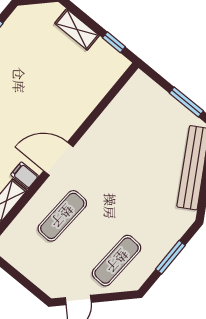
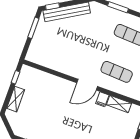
door: (58, 159) -> (87, 85), hinge flipped

